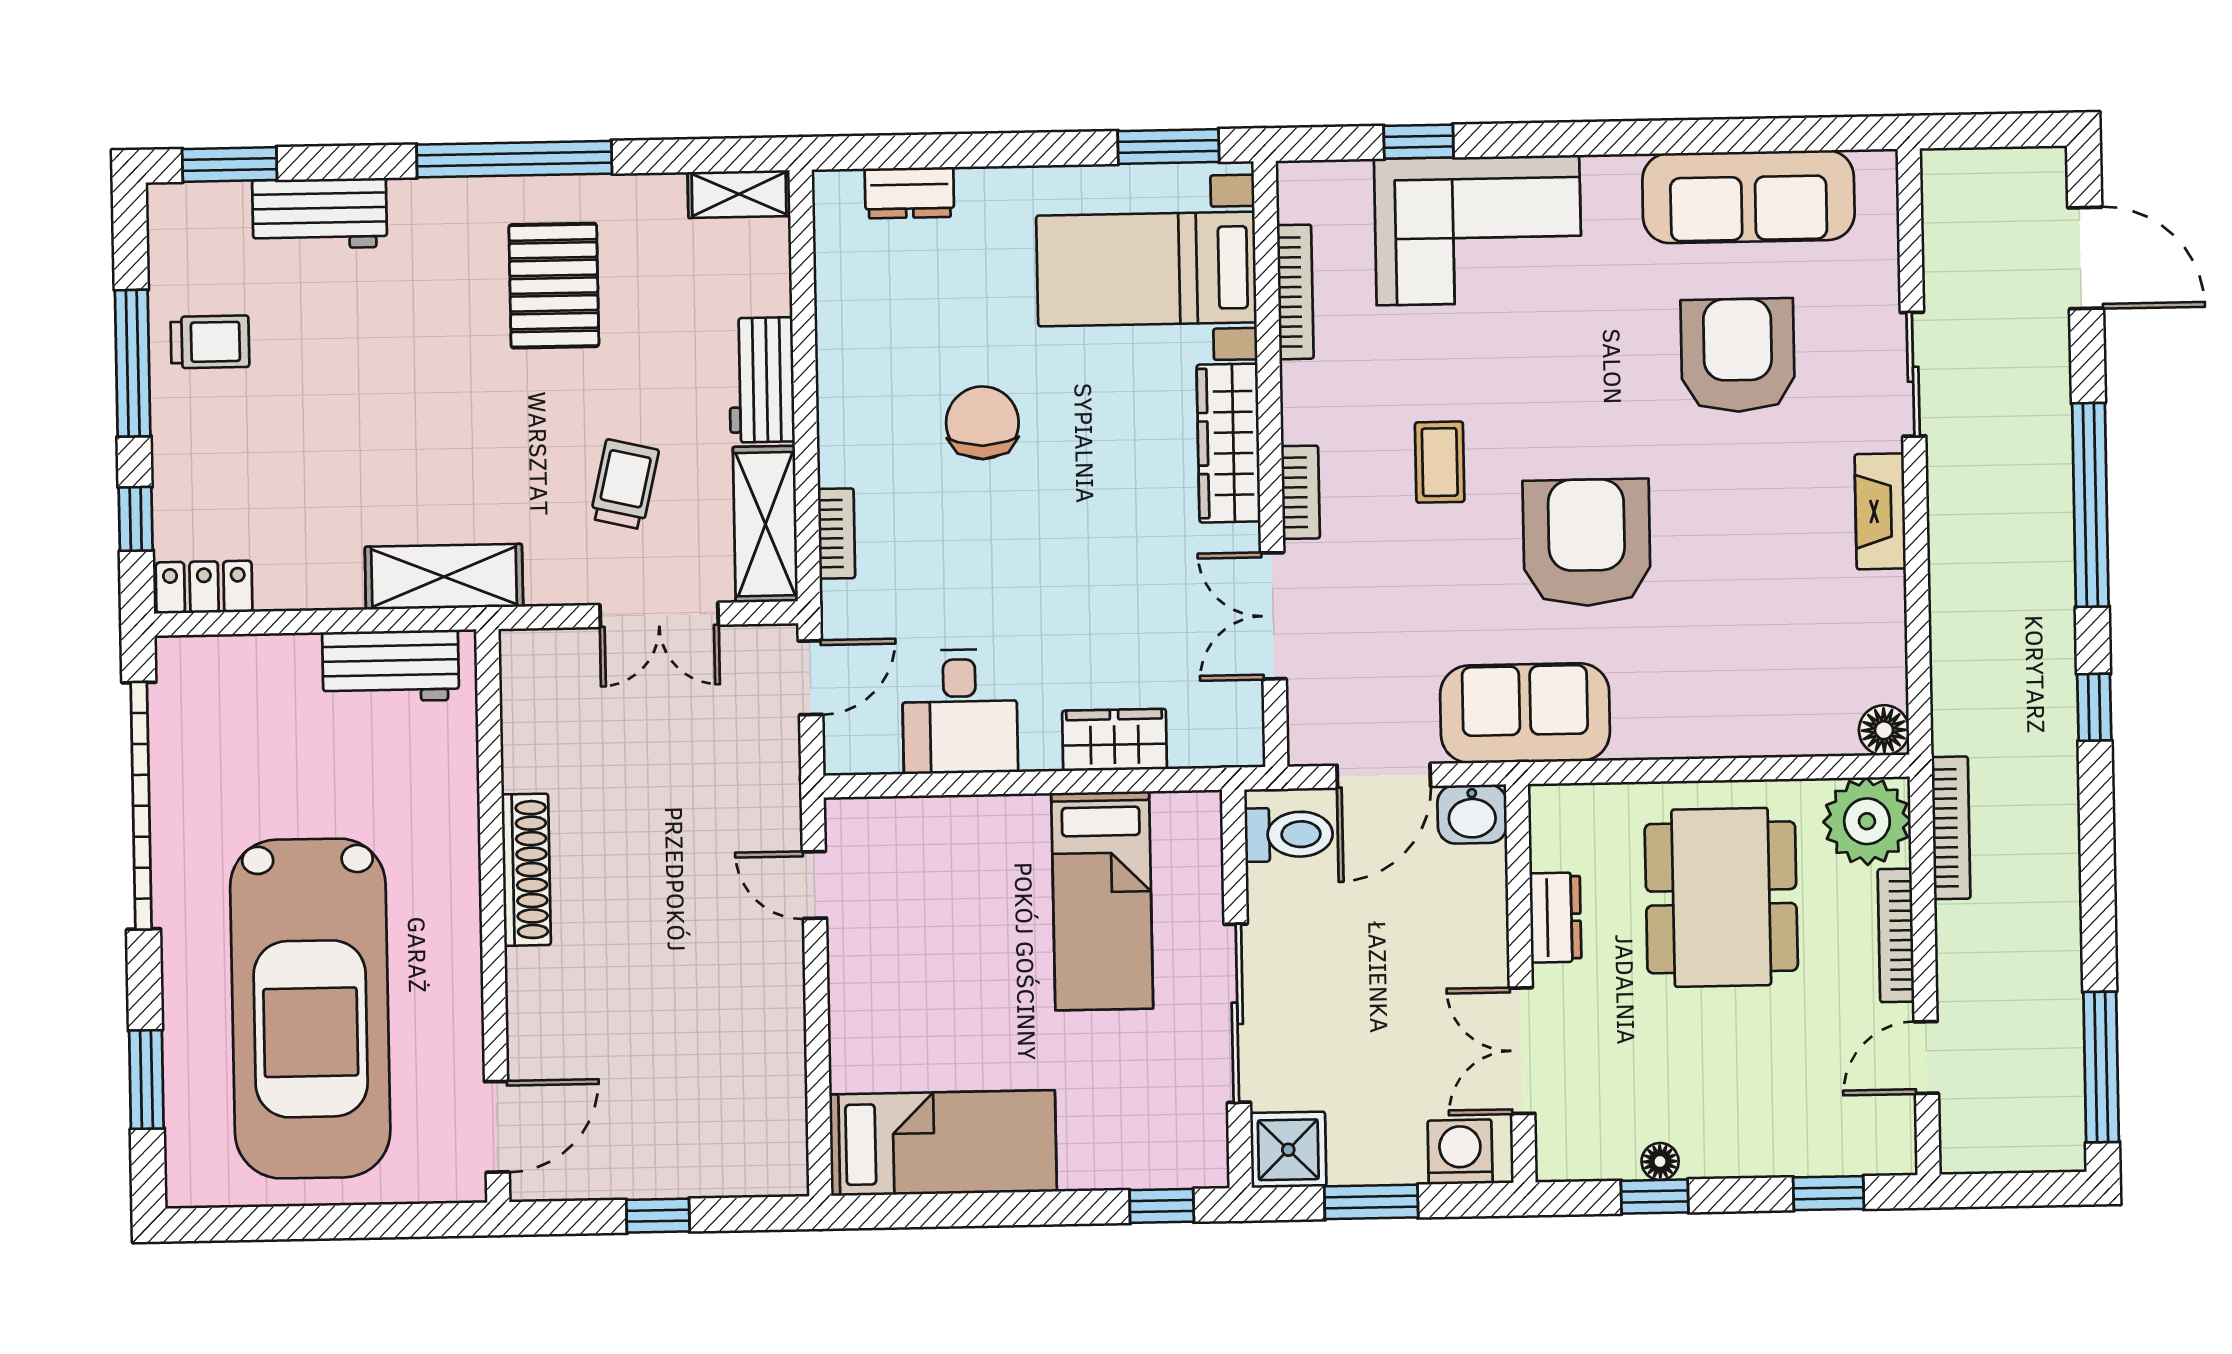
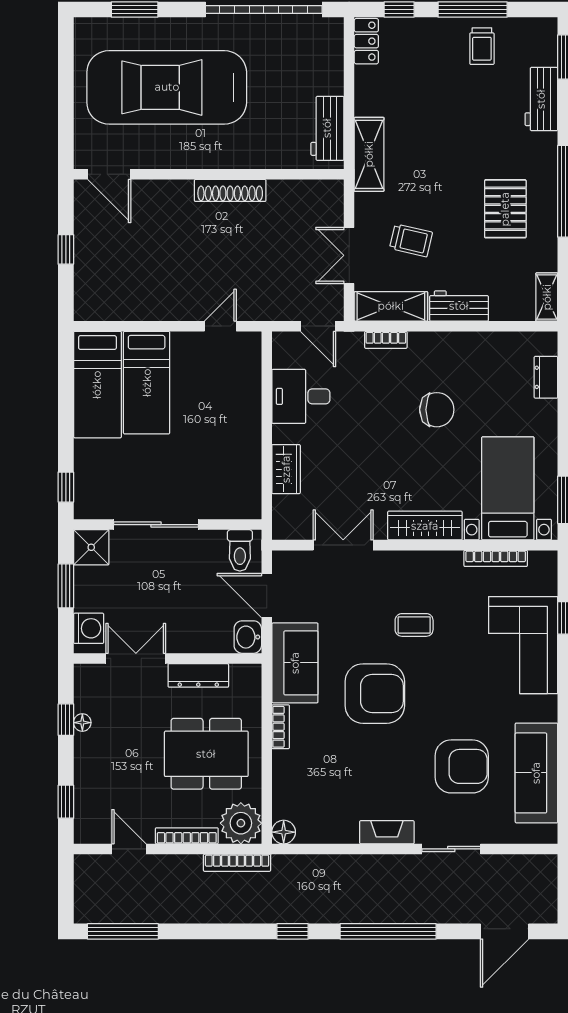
pallet: (554, 286) -> (505, 209), turned 90
bookcase: (1300, 492) -> (281, 727), moved, turned -90
bed: (1102, 901) -> (147, 383), moved, turned -90
dresser: (1555, 918) -> (198, 675), width x1.44

